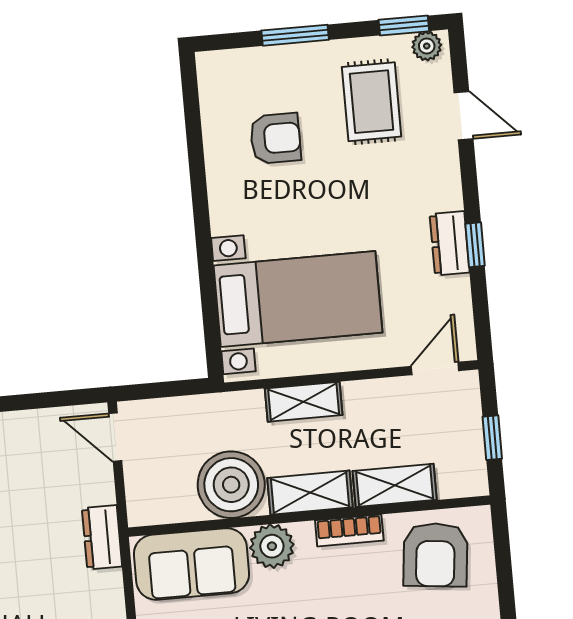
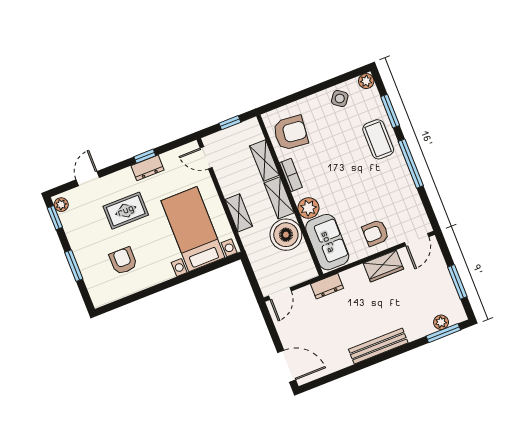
rug: (372, 102) -> (126, 211), moved

